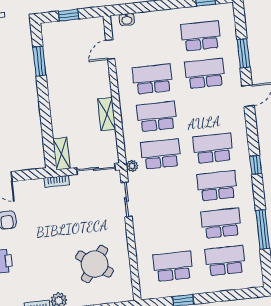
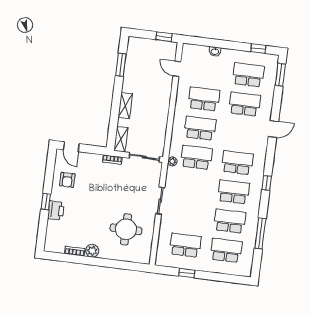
window: (69, 15) -> (164, 37), moved
washbasin: (127, 19) -> (215, 51), moved
door: (110, 50) -> (177, 69), hinge flipped
window: (243, 53) -> (280, 75), moved
shelving: (107, 114) -> (125, 106), moved
sliding door: (127, 199) -> (160, 201), moved
round table: (95, 264) -> (126, 229), turned -36

